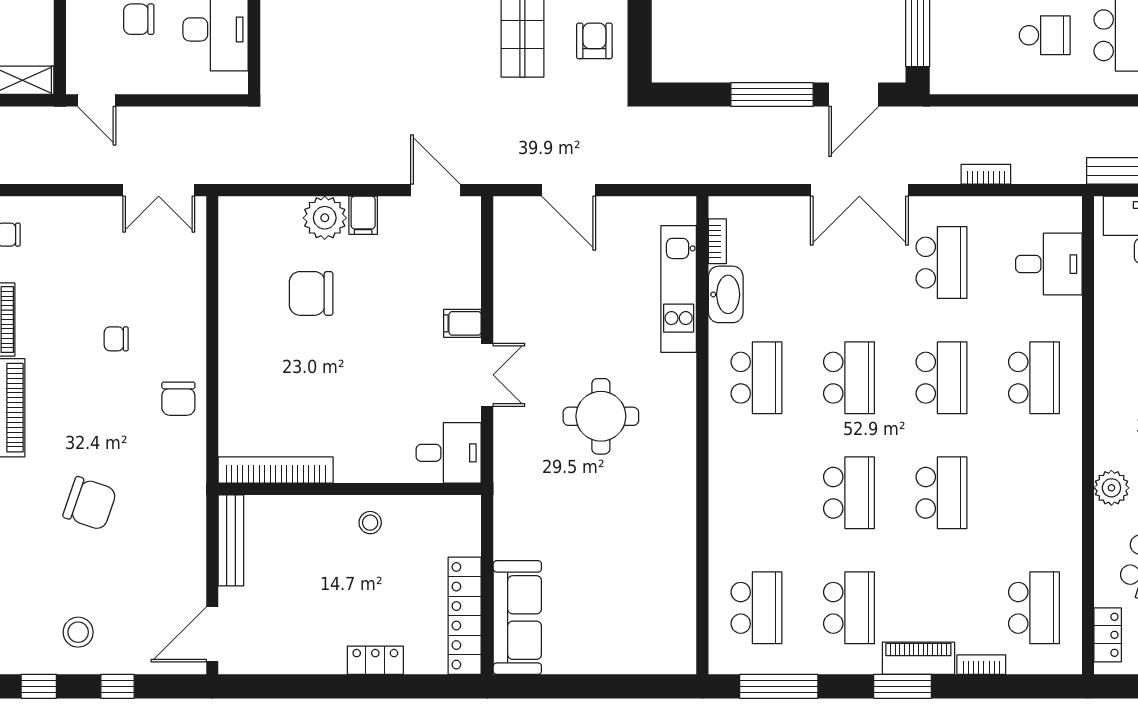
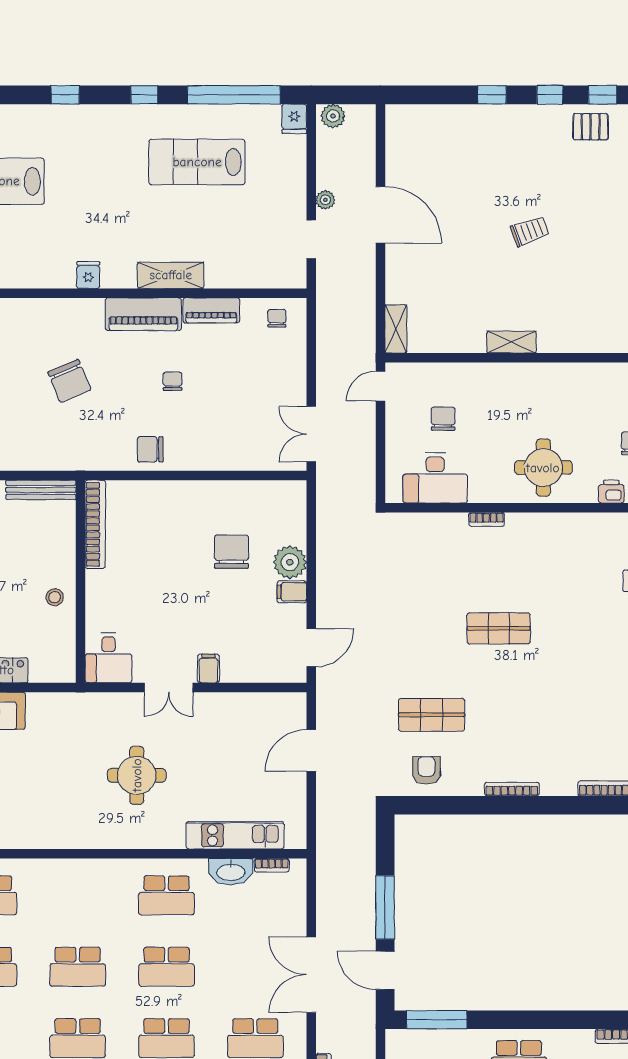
armchair: (594, 41) -> (426, 770), turned -90
chair: (116, 339) -> (173, 381), moved
chair: (90, 503) -> (69, 381), turned -42

